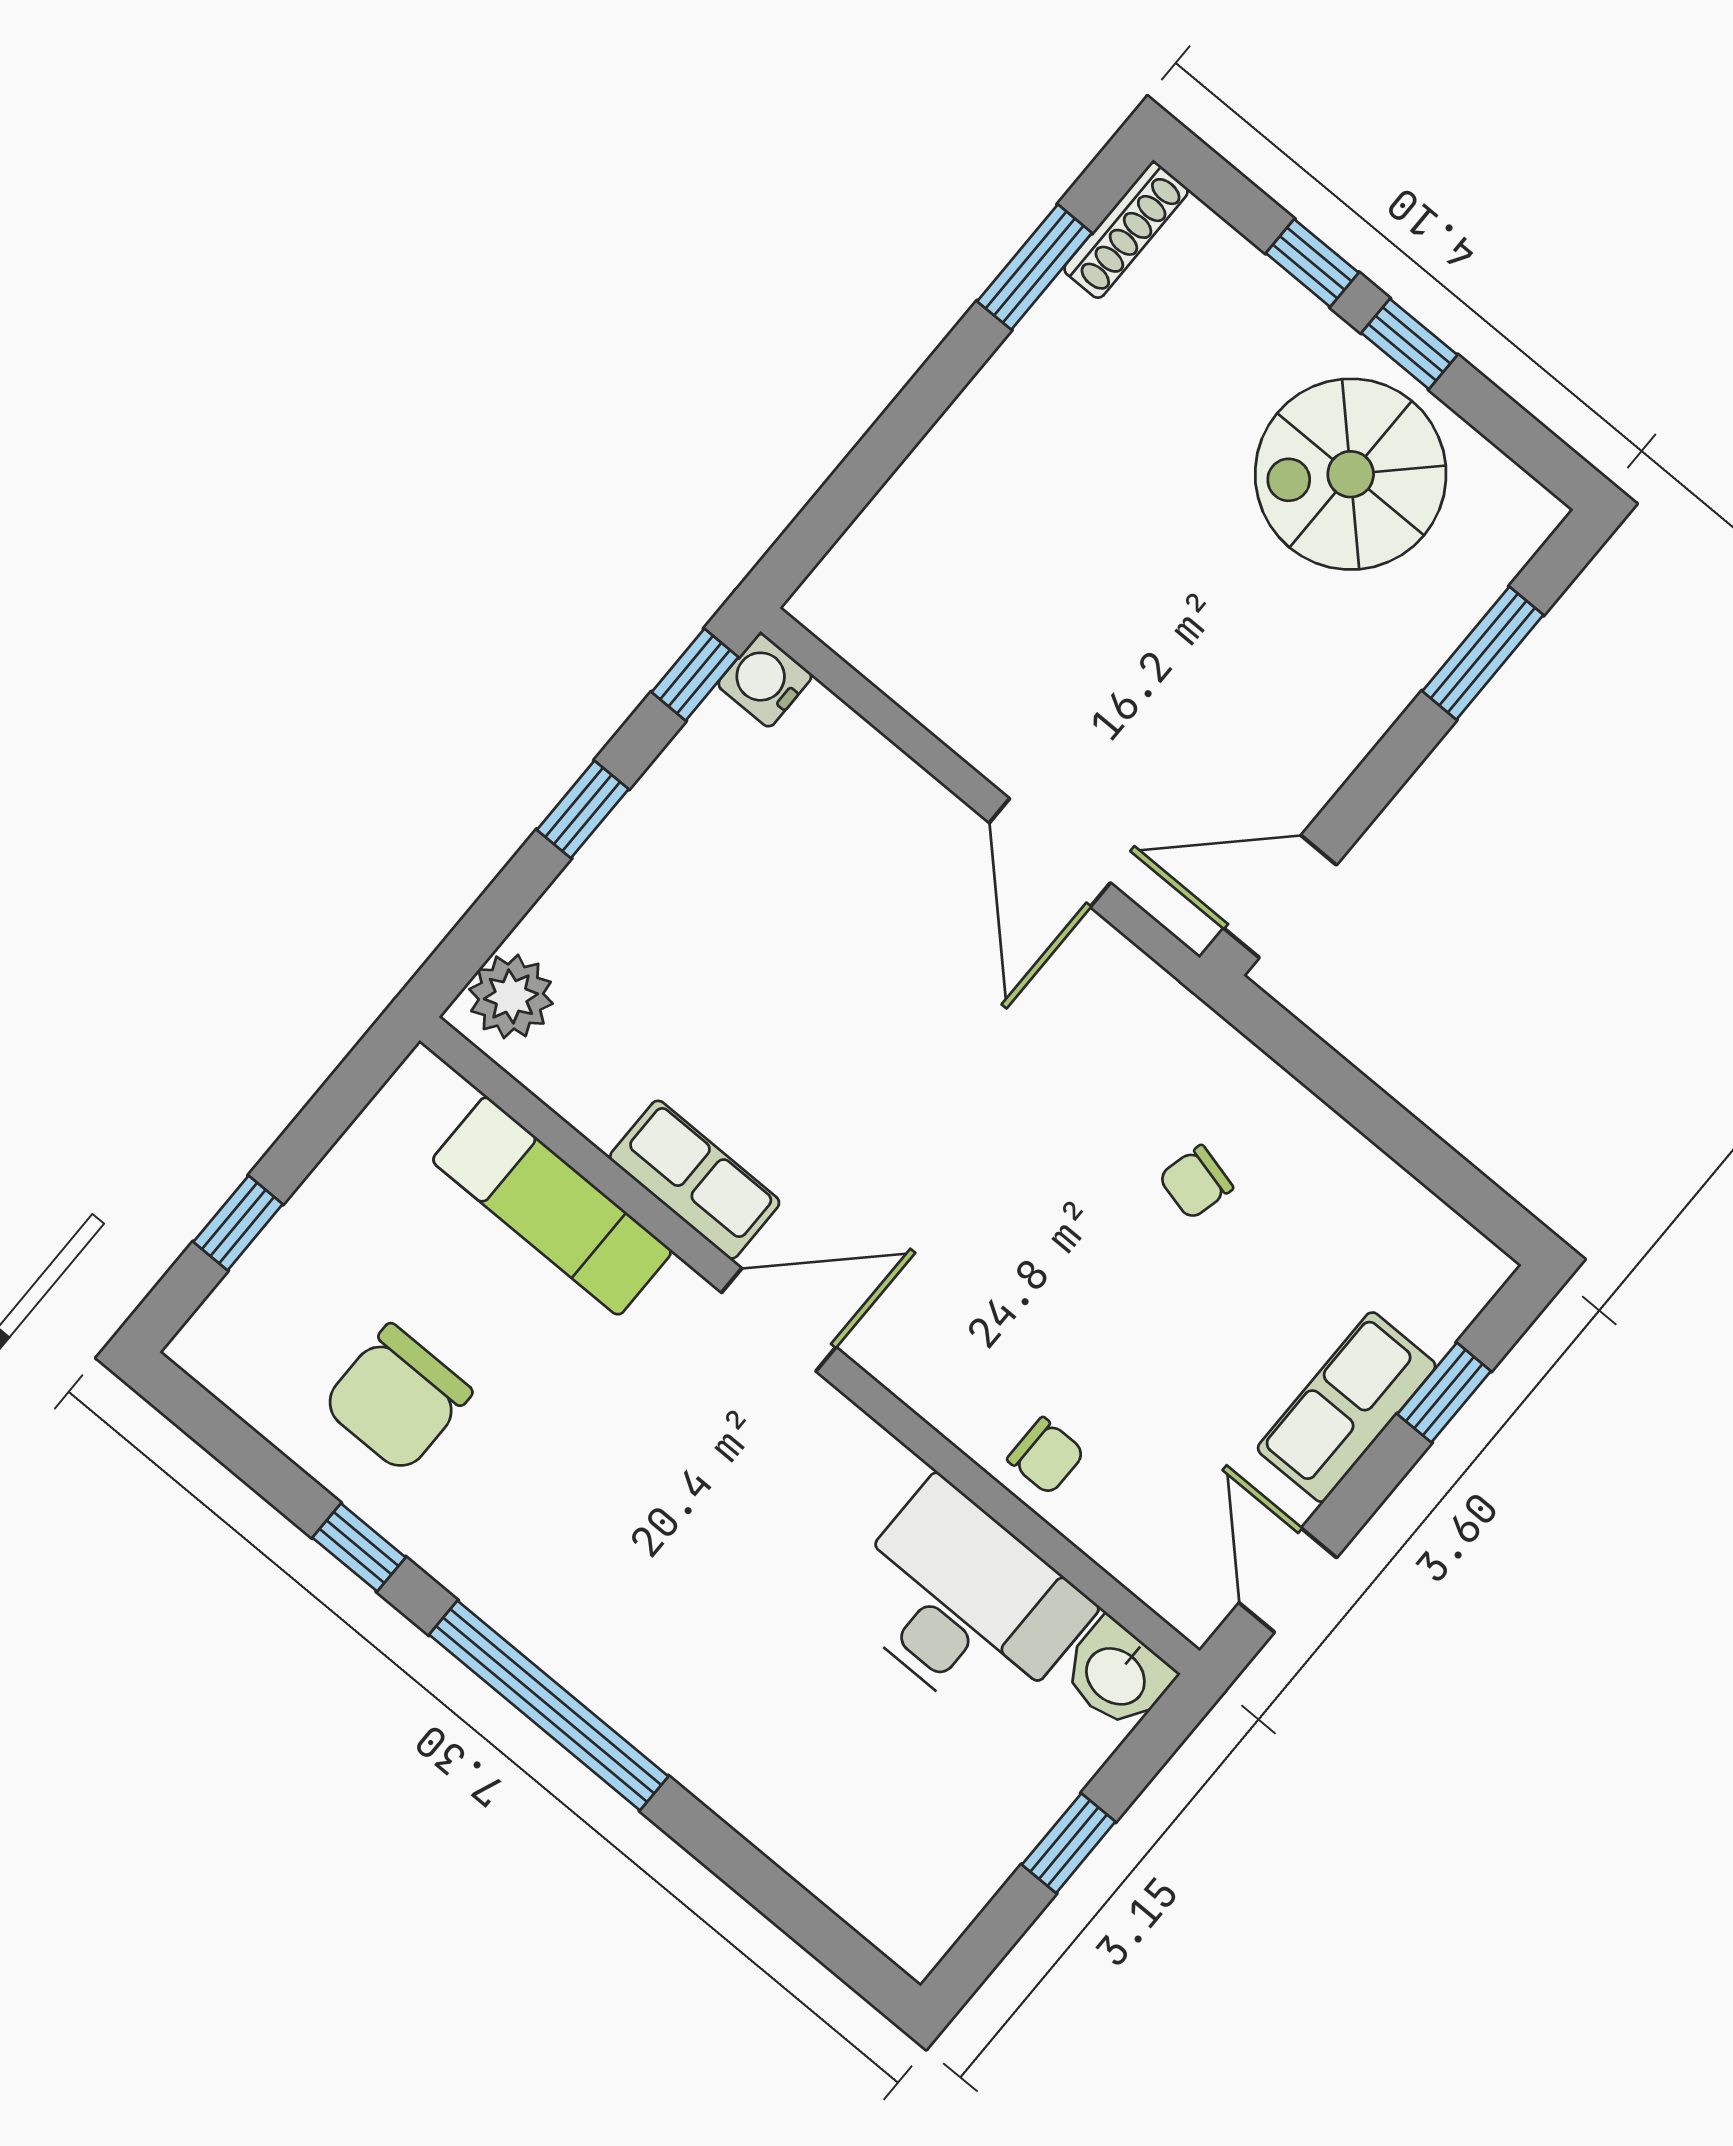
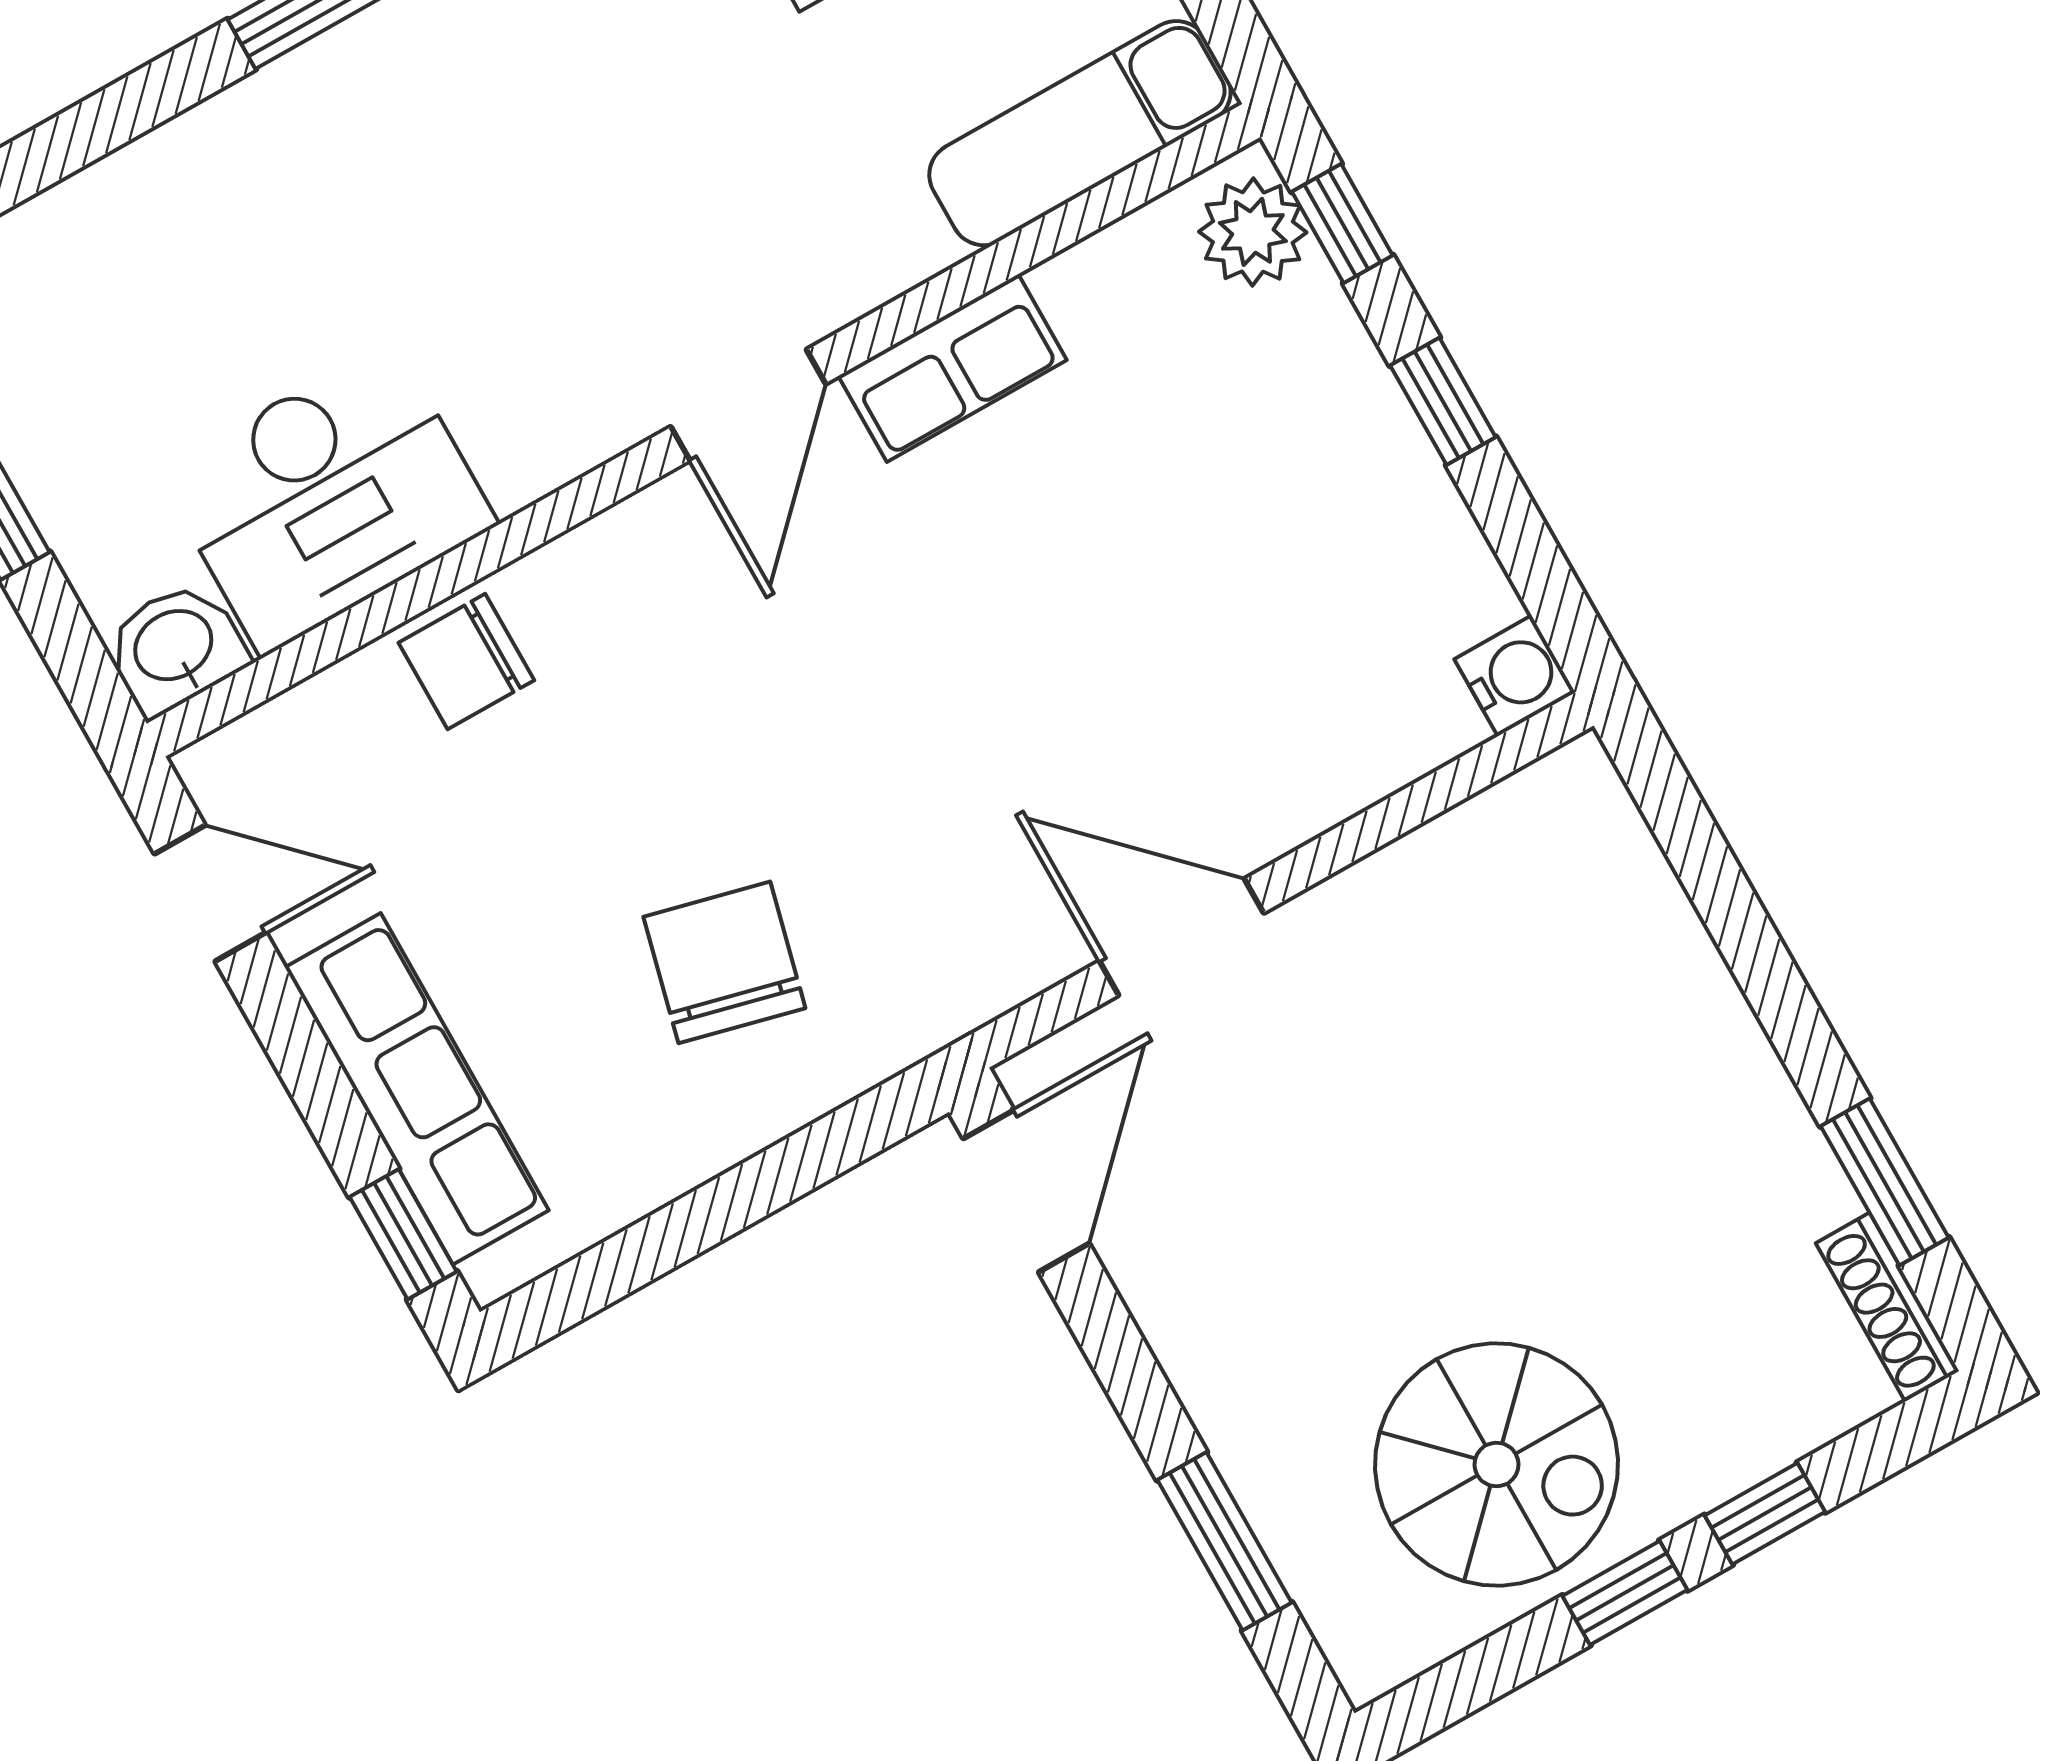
spiral stairs: (1351, 474) -> (1496, 1464), turned 90
window: (695, 675) -> (1342, 224), moved
chair: (1196, 1182) -> (724, 962), width x1.87, depth x1.87
exam couch: (552, 1206) -> (1080, 133), moved
window: (1444, 1393) -> (403, 1234), moved
row of seats: (1347, 1407) -> (417, 1089), width x1.48
chair: (1046, 1456) -> (466, 662), width x1.37, depth x1.37

